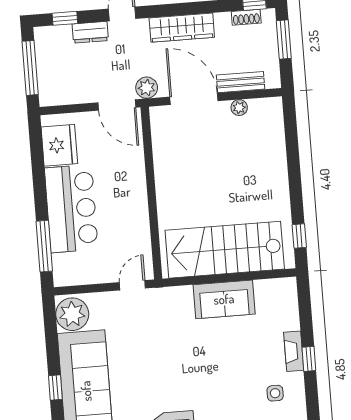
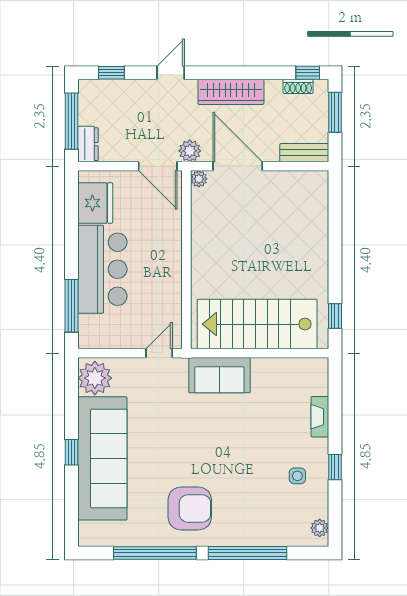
dresser: (90, 32) -> (88, 144), moved, turned -90
bench: (241, 82) -> (304, 153), moved
plant: (239, 108) -> (199, 179), moved
sofa: (224, 299) -> (219, 375), moved
fireplace: (294, 351) -> (320, 417), moved
window: (309, 359) -> (335, 467), moved

